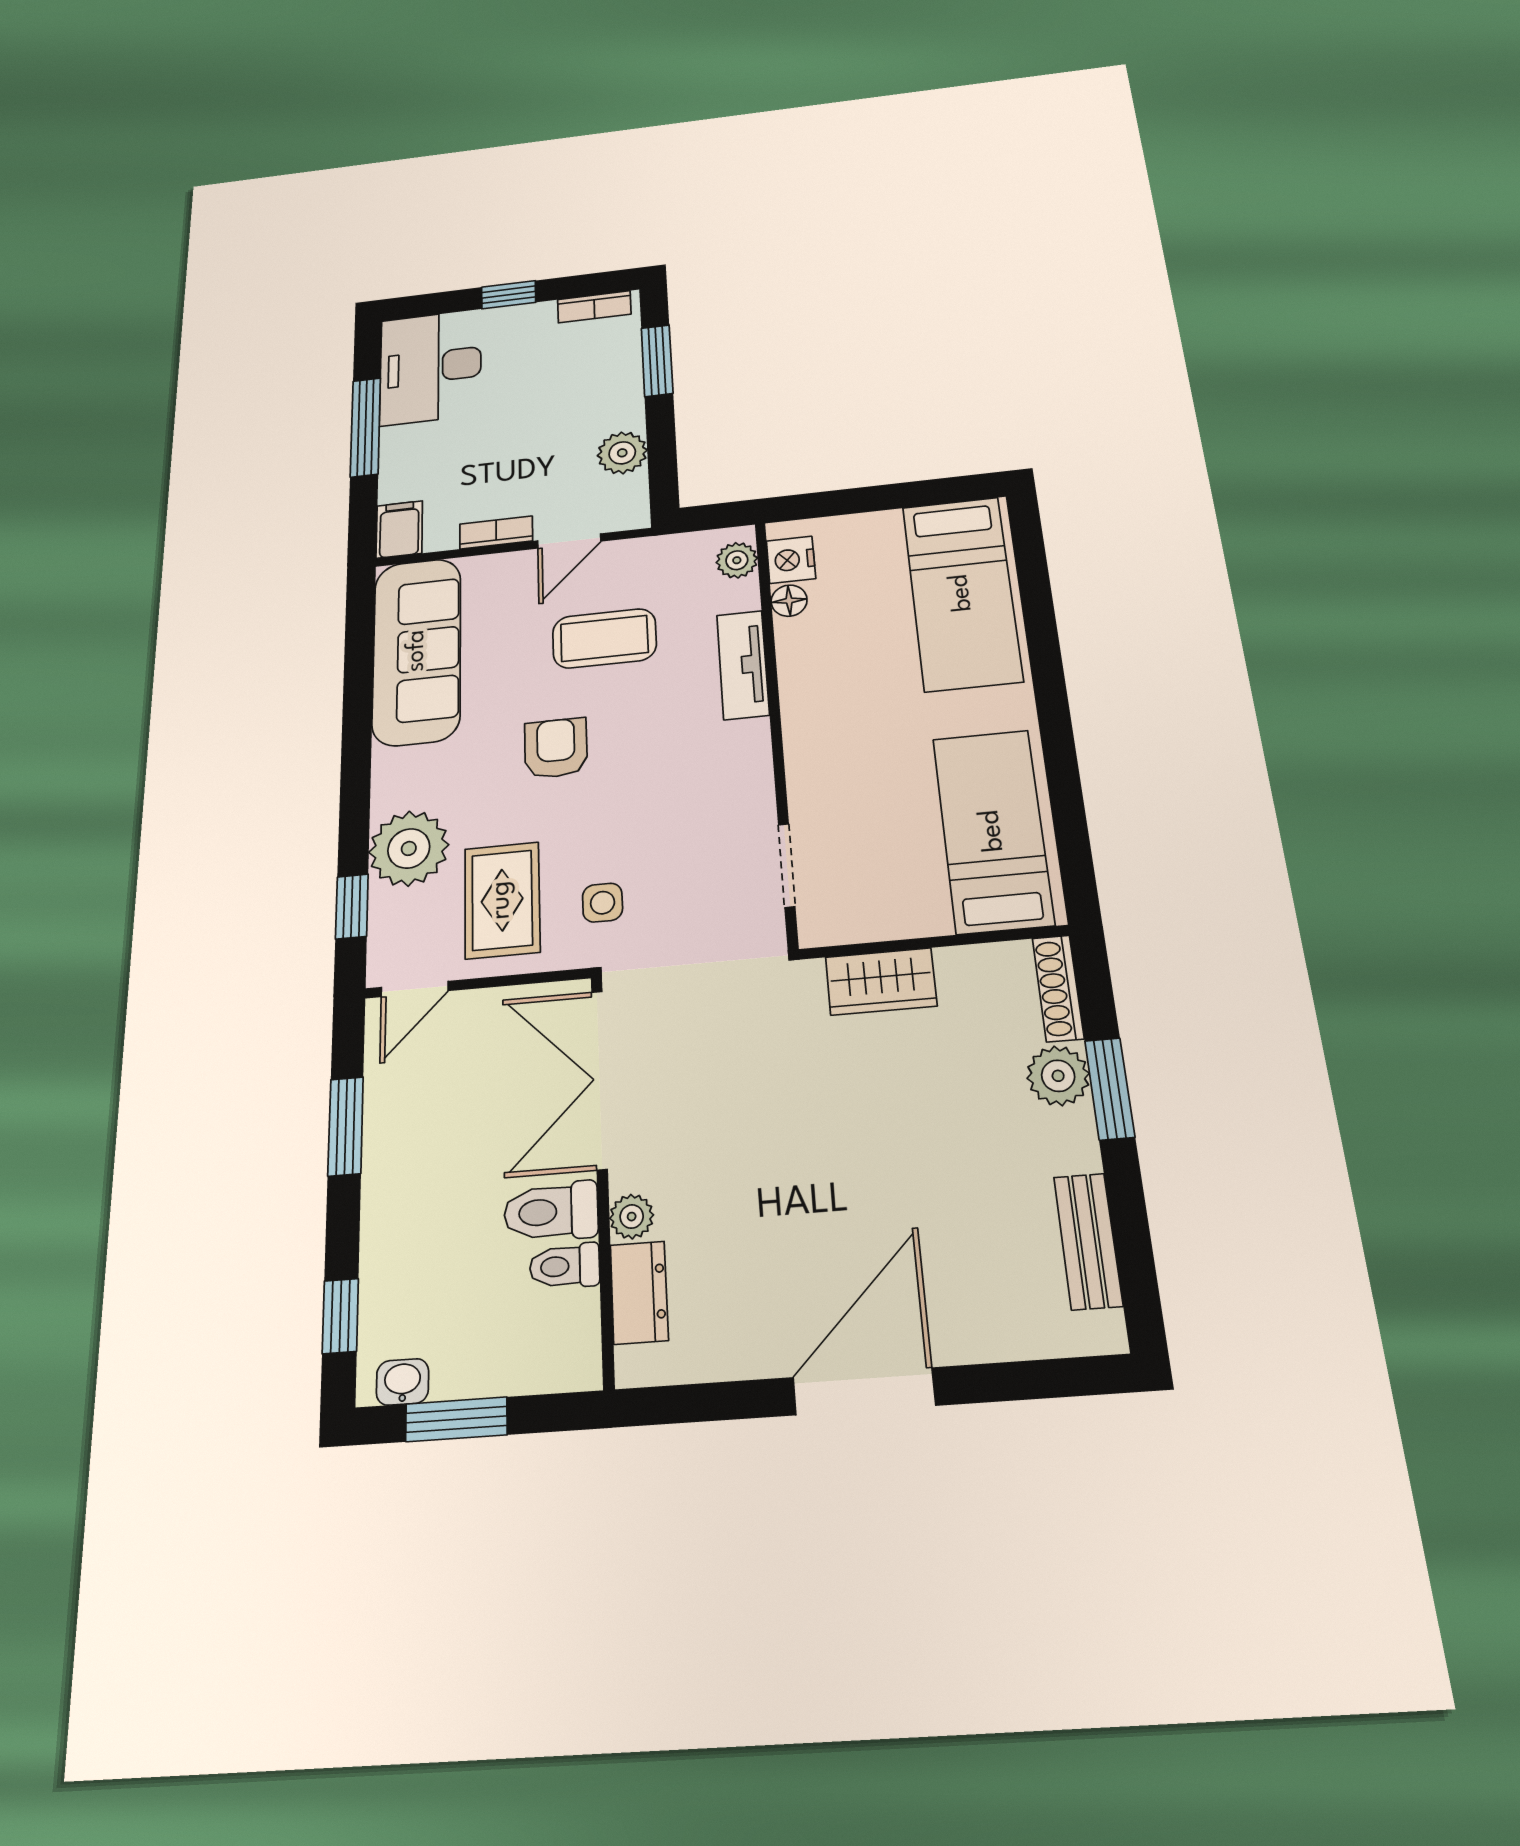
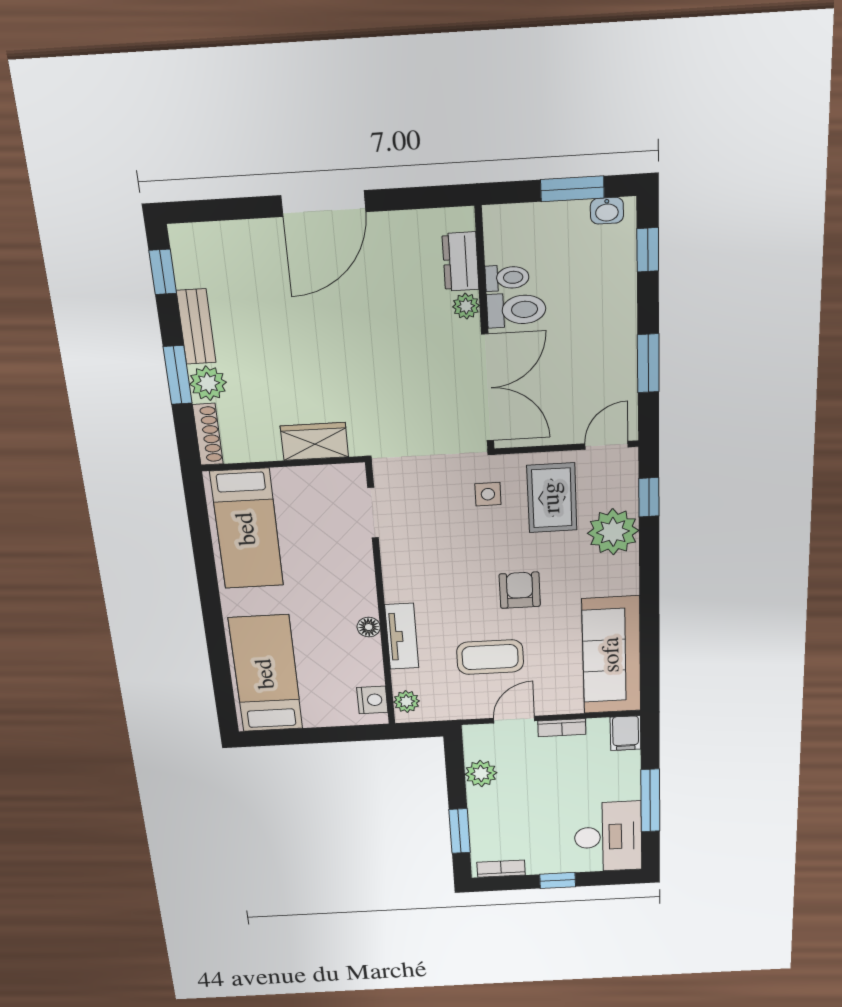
floor lamp: (789, 601) -> (369, 627), moved
armchair: (556, 748) -> (520, 590), turned 180
bench: (1088, 1241) -> (196, 327), moved
window: (1136, 1269) -> (163, 272), added

